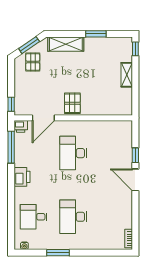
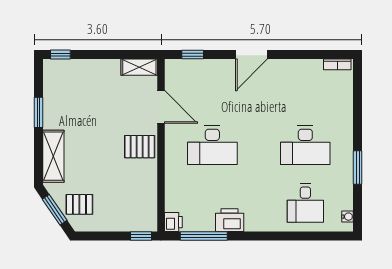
shelving: (127, 75) -> (139, 67), moved
door: (43, 118) -> (161, 107), moved
window: (135, 155) -> (193, 55), moved
printer: (22, 177) -> (230, 220), moved

